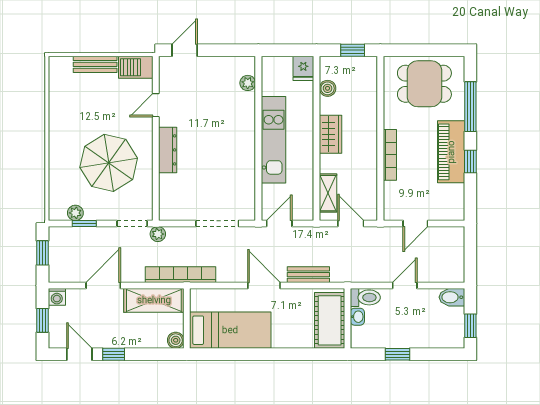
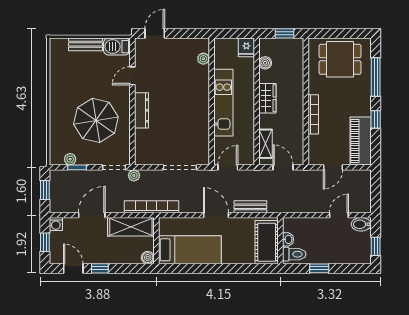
piano: (451, 152) -> (361, 141), moved
door: (405, 285) -> (339, 215), moved
toilet: (365, 297) -> (294, 254), moved

